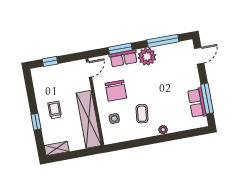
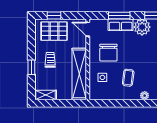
door: (89, 70) -> (88, 29), swing flipped
pallet: (53, 78) -> (54, 31), added

